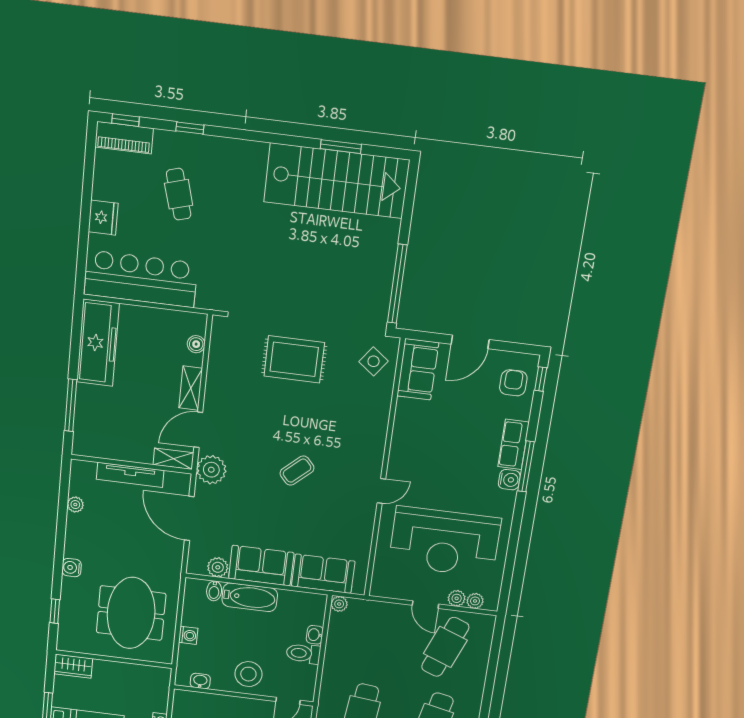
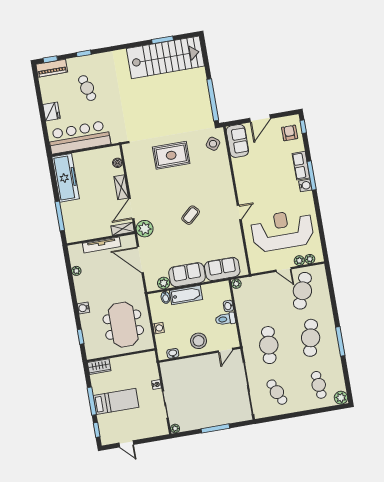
reception desk: (445, 542) -> (282, 231), turned 180

